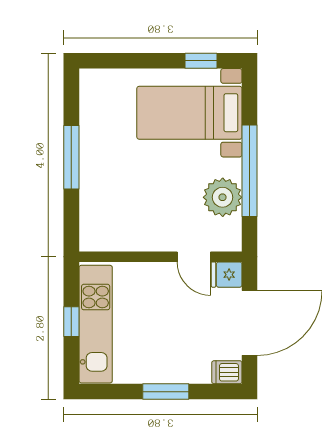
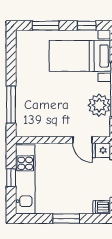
window: (131, 61) -> (46, 26), added
window: (71, 157) -> (11, 105), moved

